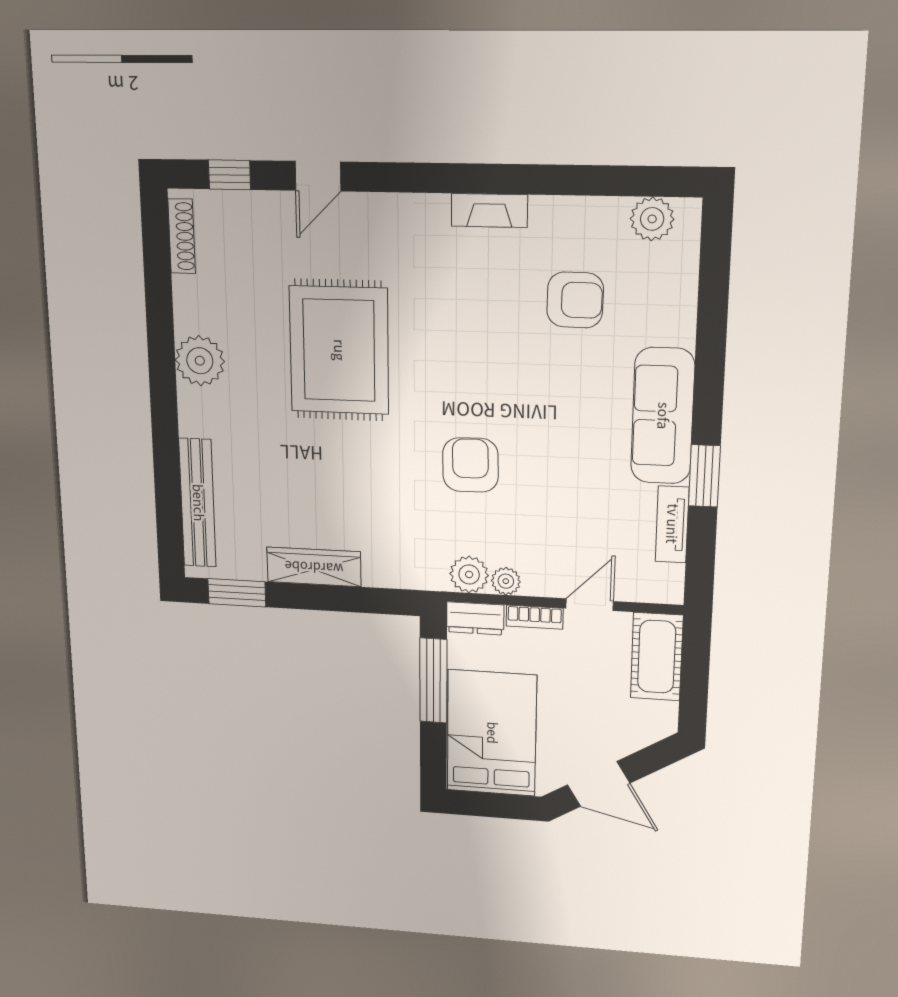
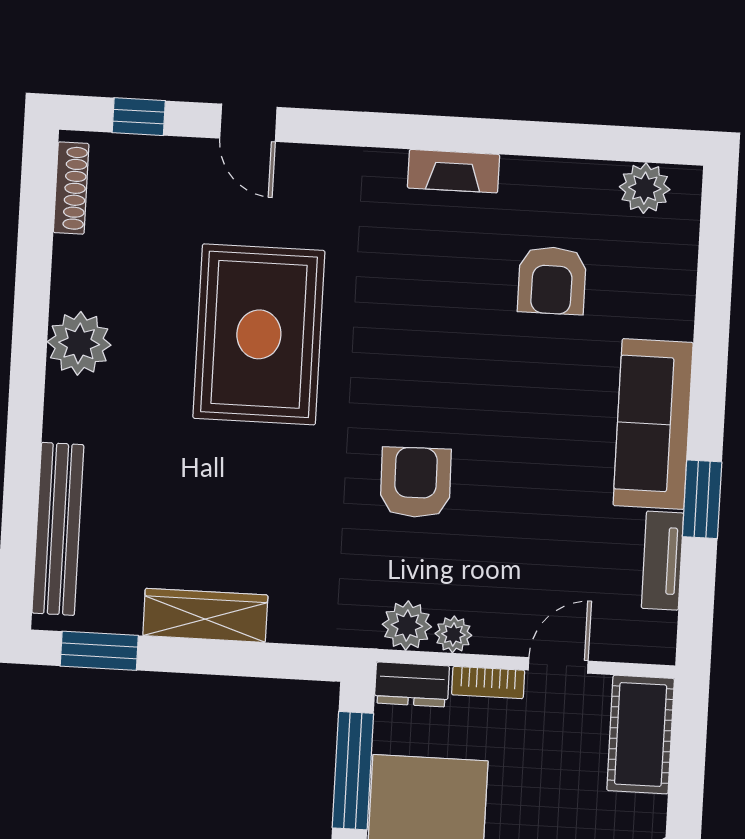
door: (318, 176) -> (248, 123), hinge flipped
armchair: (575, 300) -> (552, 280), turned 89

